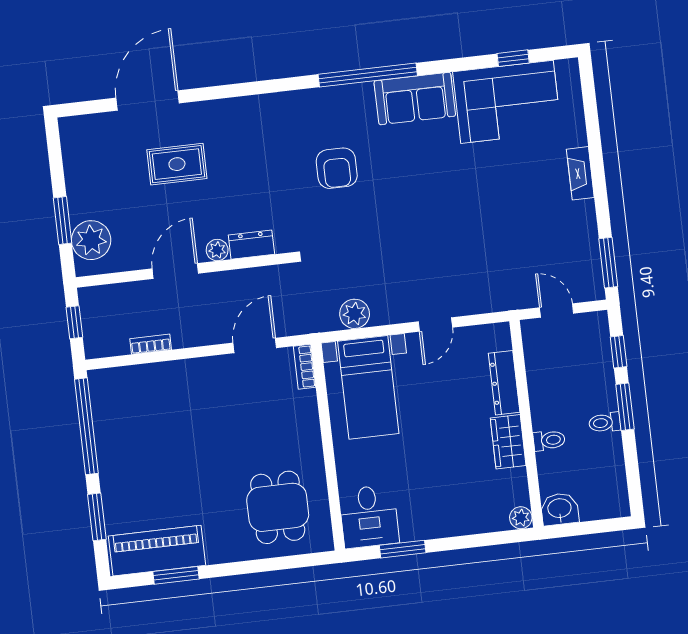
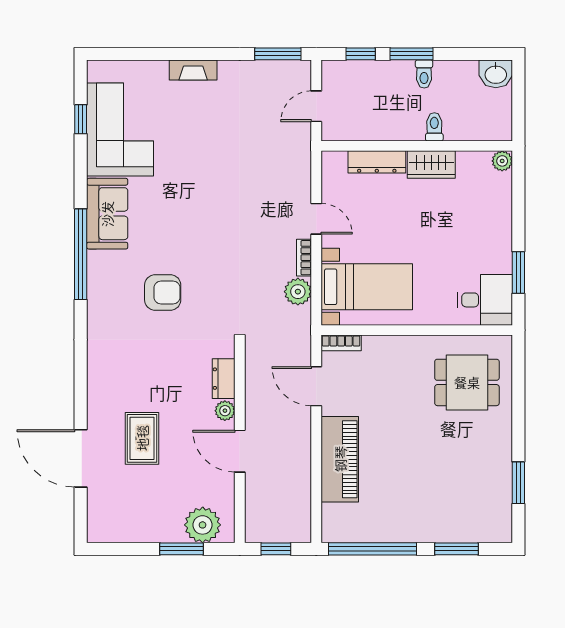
bookcase: (151, 344) -> (304, 258), moved
washbasin: (560, 509) -> (496, 74), moved, turned -90
piano: (157, 551) -> (340, 459), moved, turned 180

